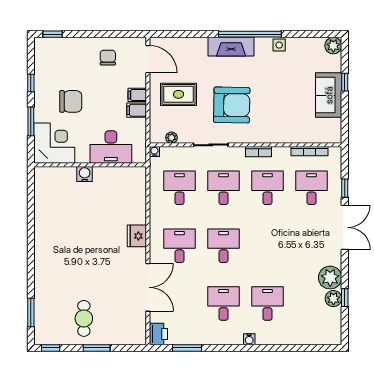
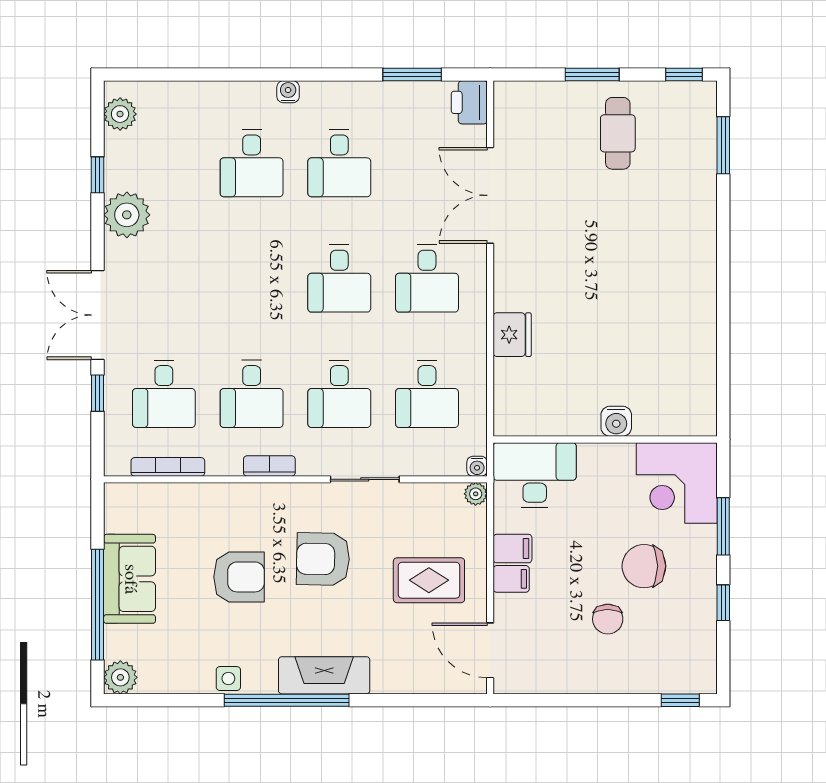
chair: (108, 58) -> (608, 619), moved
window: (345, 82) -> (98, 605), width x3.17
armchair: (274, 96) -> (239, 577), added
armchair: (232, 105) -> (323, 559), width x0.73, depth x0.73
plant: (171, 138) -> (476, 494), moved
desk: (111, 147) -> (535, 475), moved
fridge: (137, 236) -> (512, 335), moved
plant: (333, 299) -> (120, 114), moved

